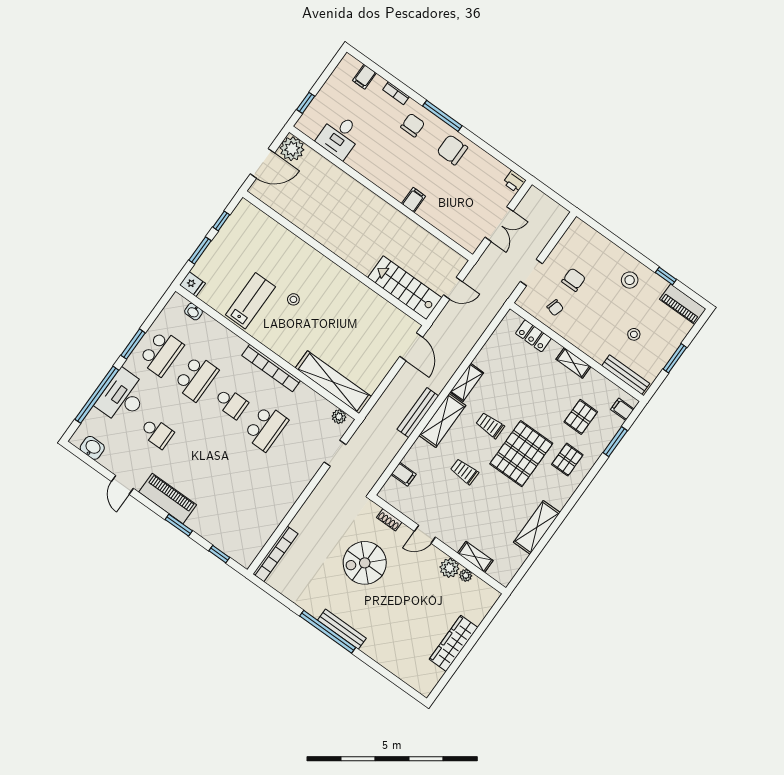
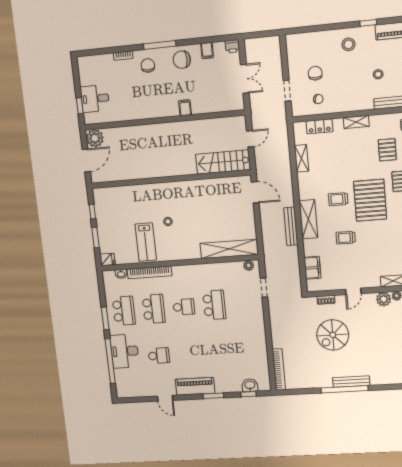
filing cabinet: (364, 77) -> (207, 51), moved
desk: (339, 136) -> (95, 99), moved, turned 90
lab bench: (250, 301) -> (146, 242), turned 180
bookcase: (271, 368) -> (149, 272), moved
shelving: (467, 382) -> (301, 158), moved
washbasin: (92, 448) -> (250, 385), moved
filing cabinet: (404, 474) -> (312, 268), width x2.00

